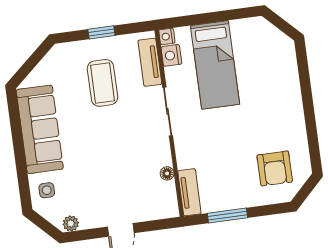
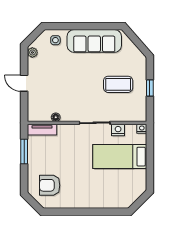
nightstand: (171, 55) -> (118, 130), moved
tv unit: (150, 62) -> (127, 116), removed

